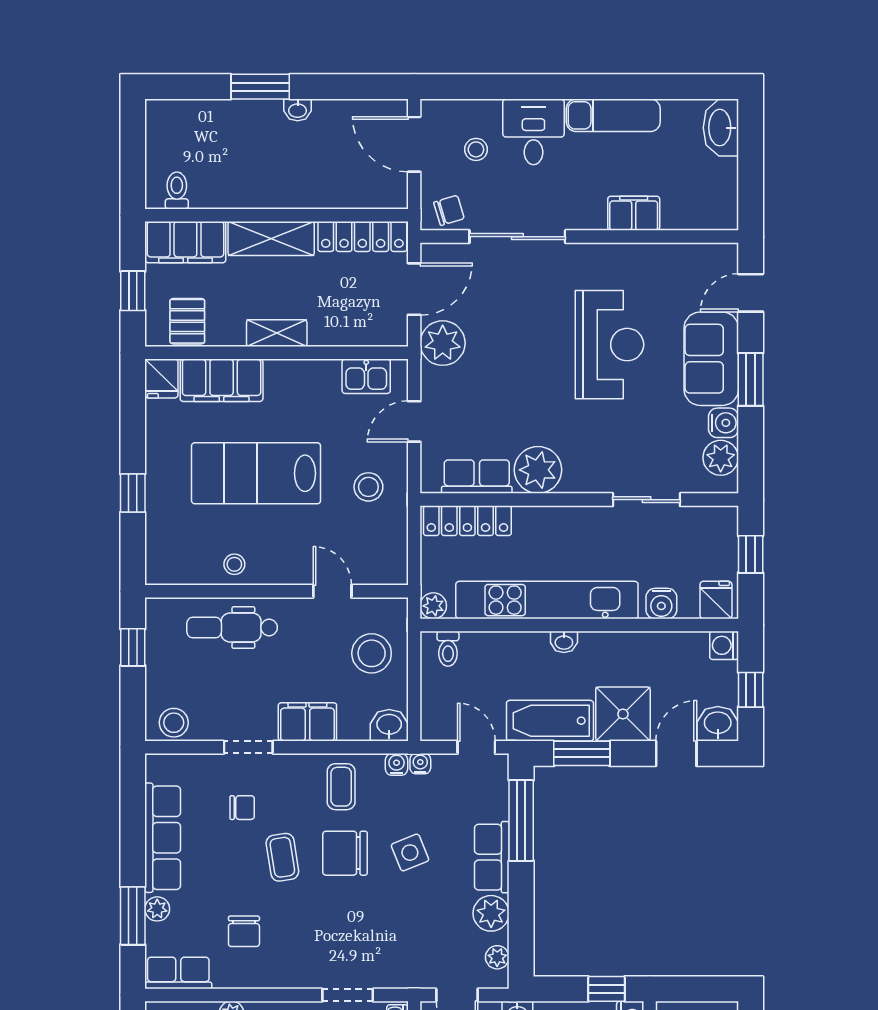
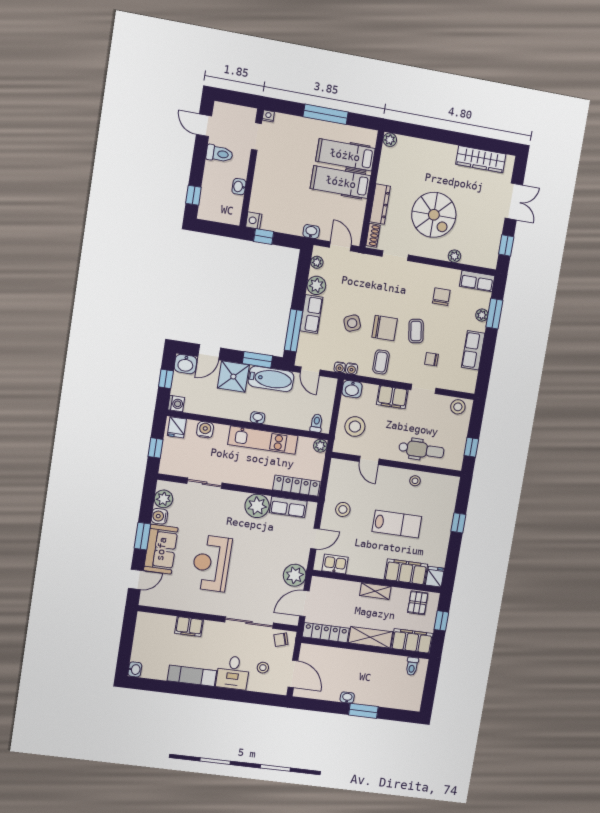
washbasin: (721, 128) -> (135, 669), width x0.52, depth x0.69
lab bench: (256, 473) -> (397, 524), width x0.73, depth x0.72
kitchen unit: (547, 600) -> (263, 440), width x0.73
row of seats: (163, 838) -> (473, 350), width x0.68

